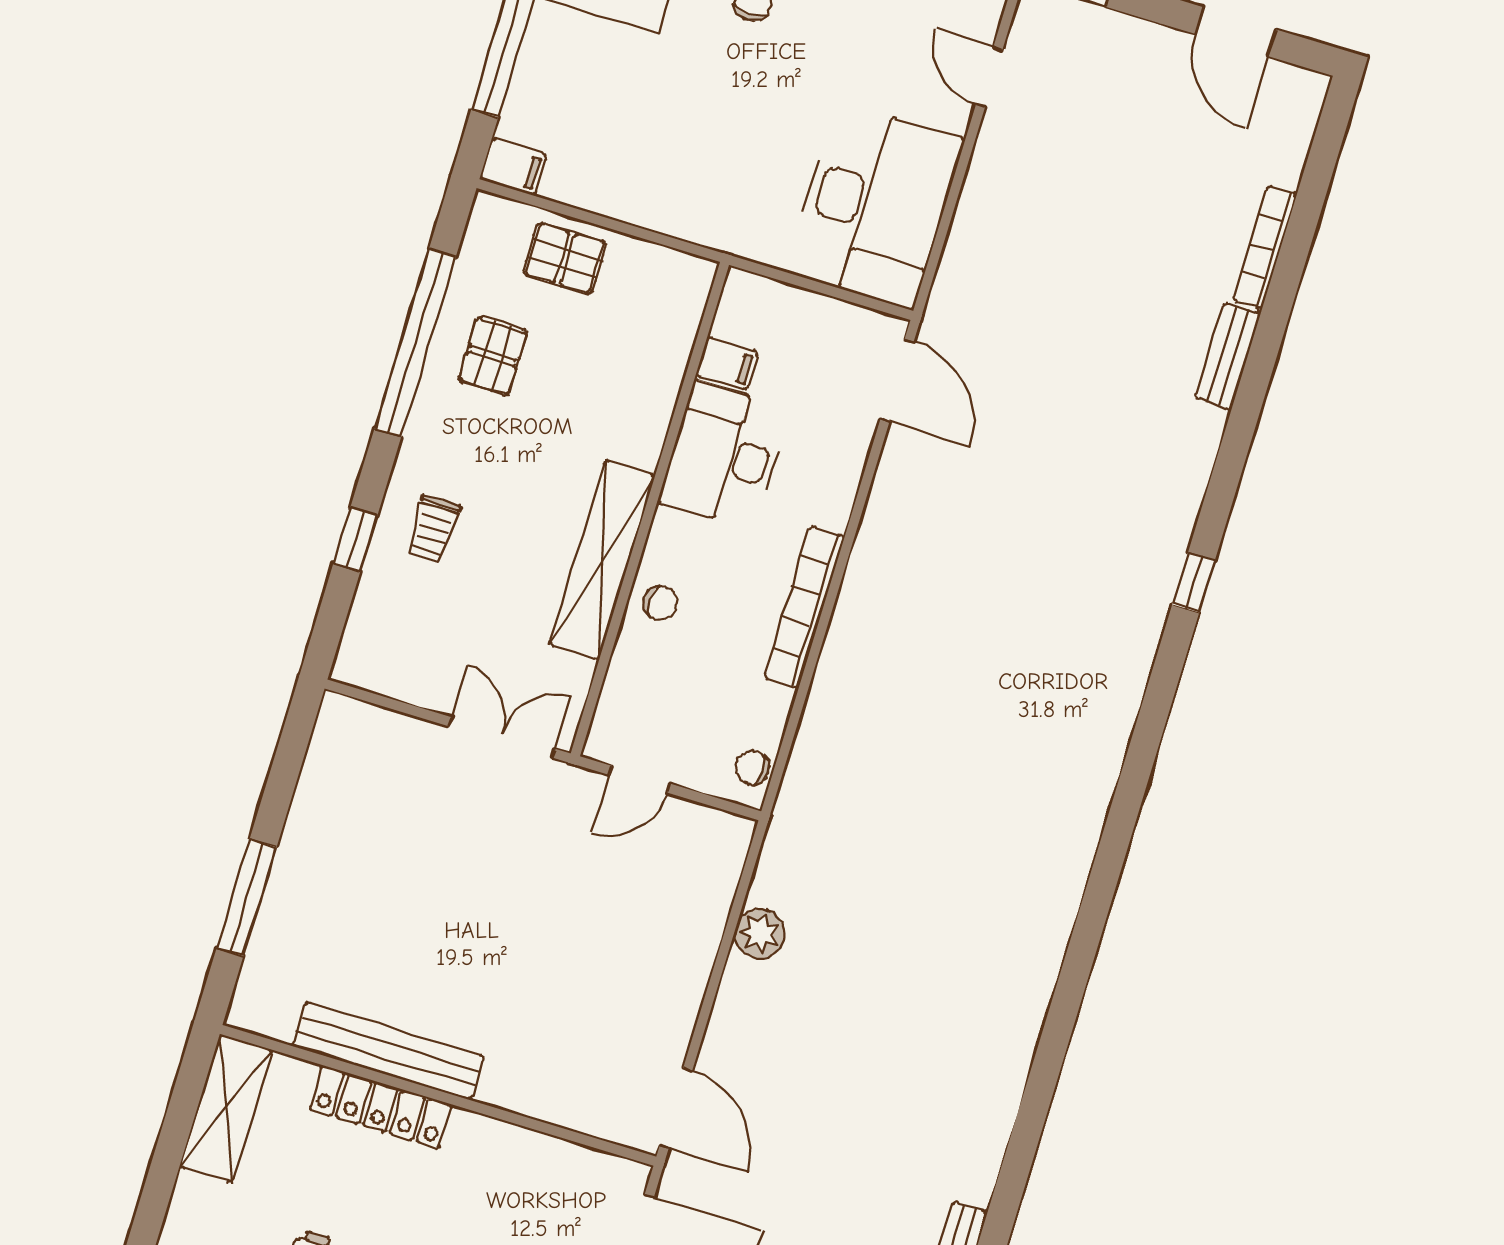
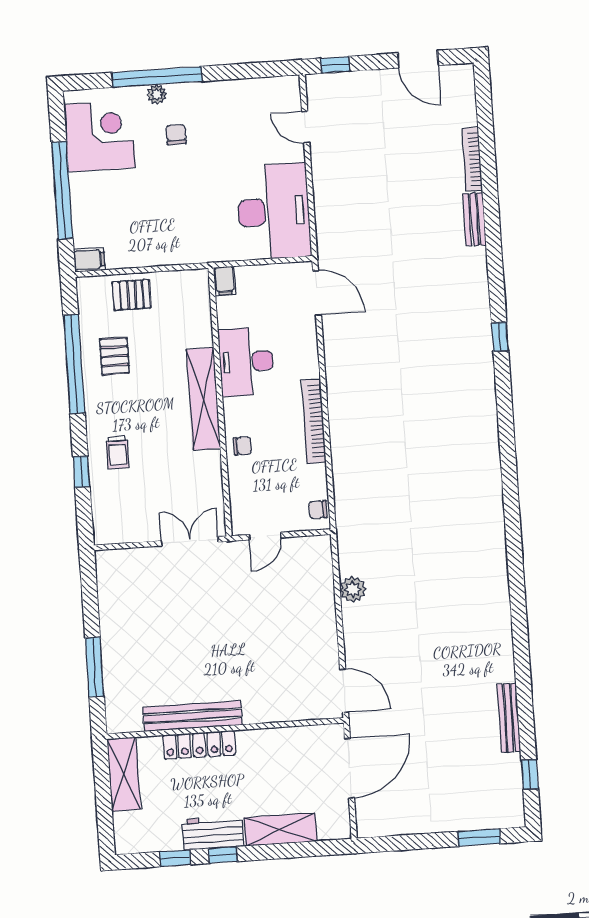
filing cabinet: (727, 364) -> (225, 281), moved, turned 90
shelving: (602, 560) -> (203, 399), moved

